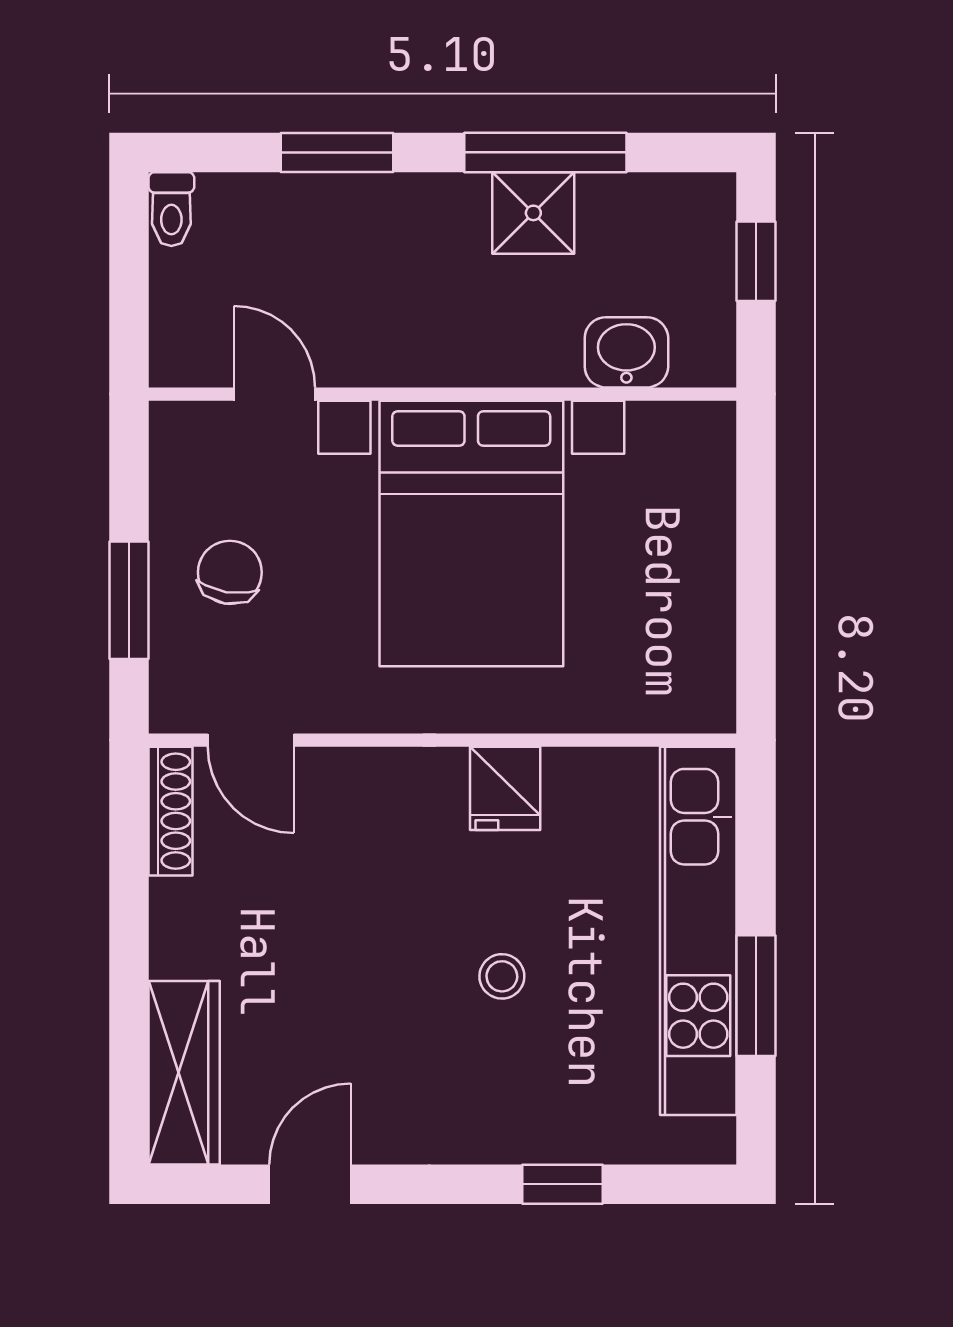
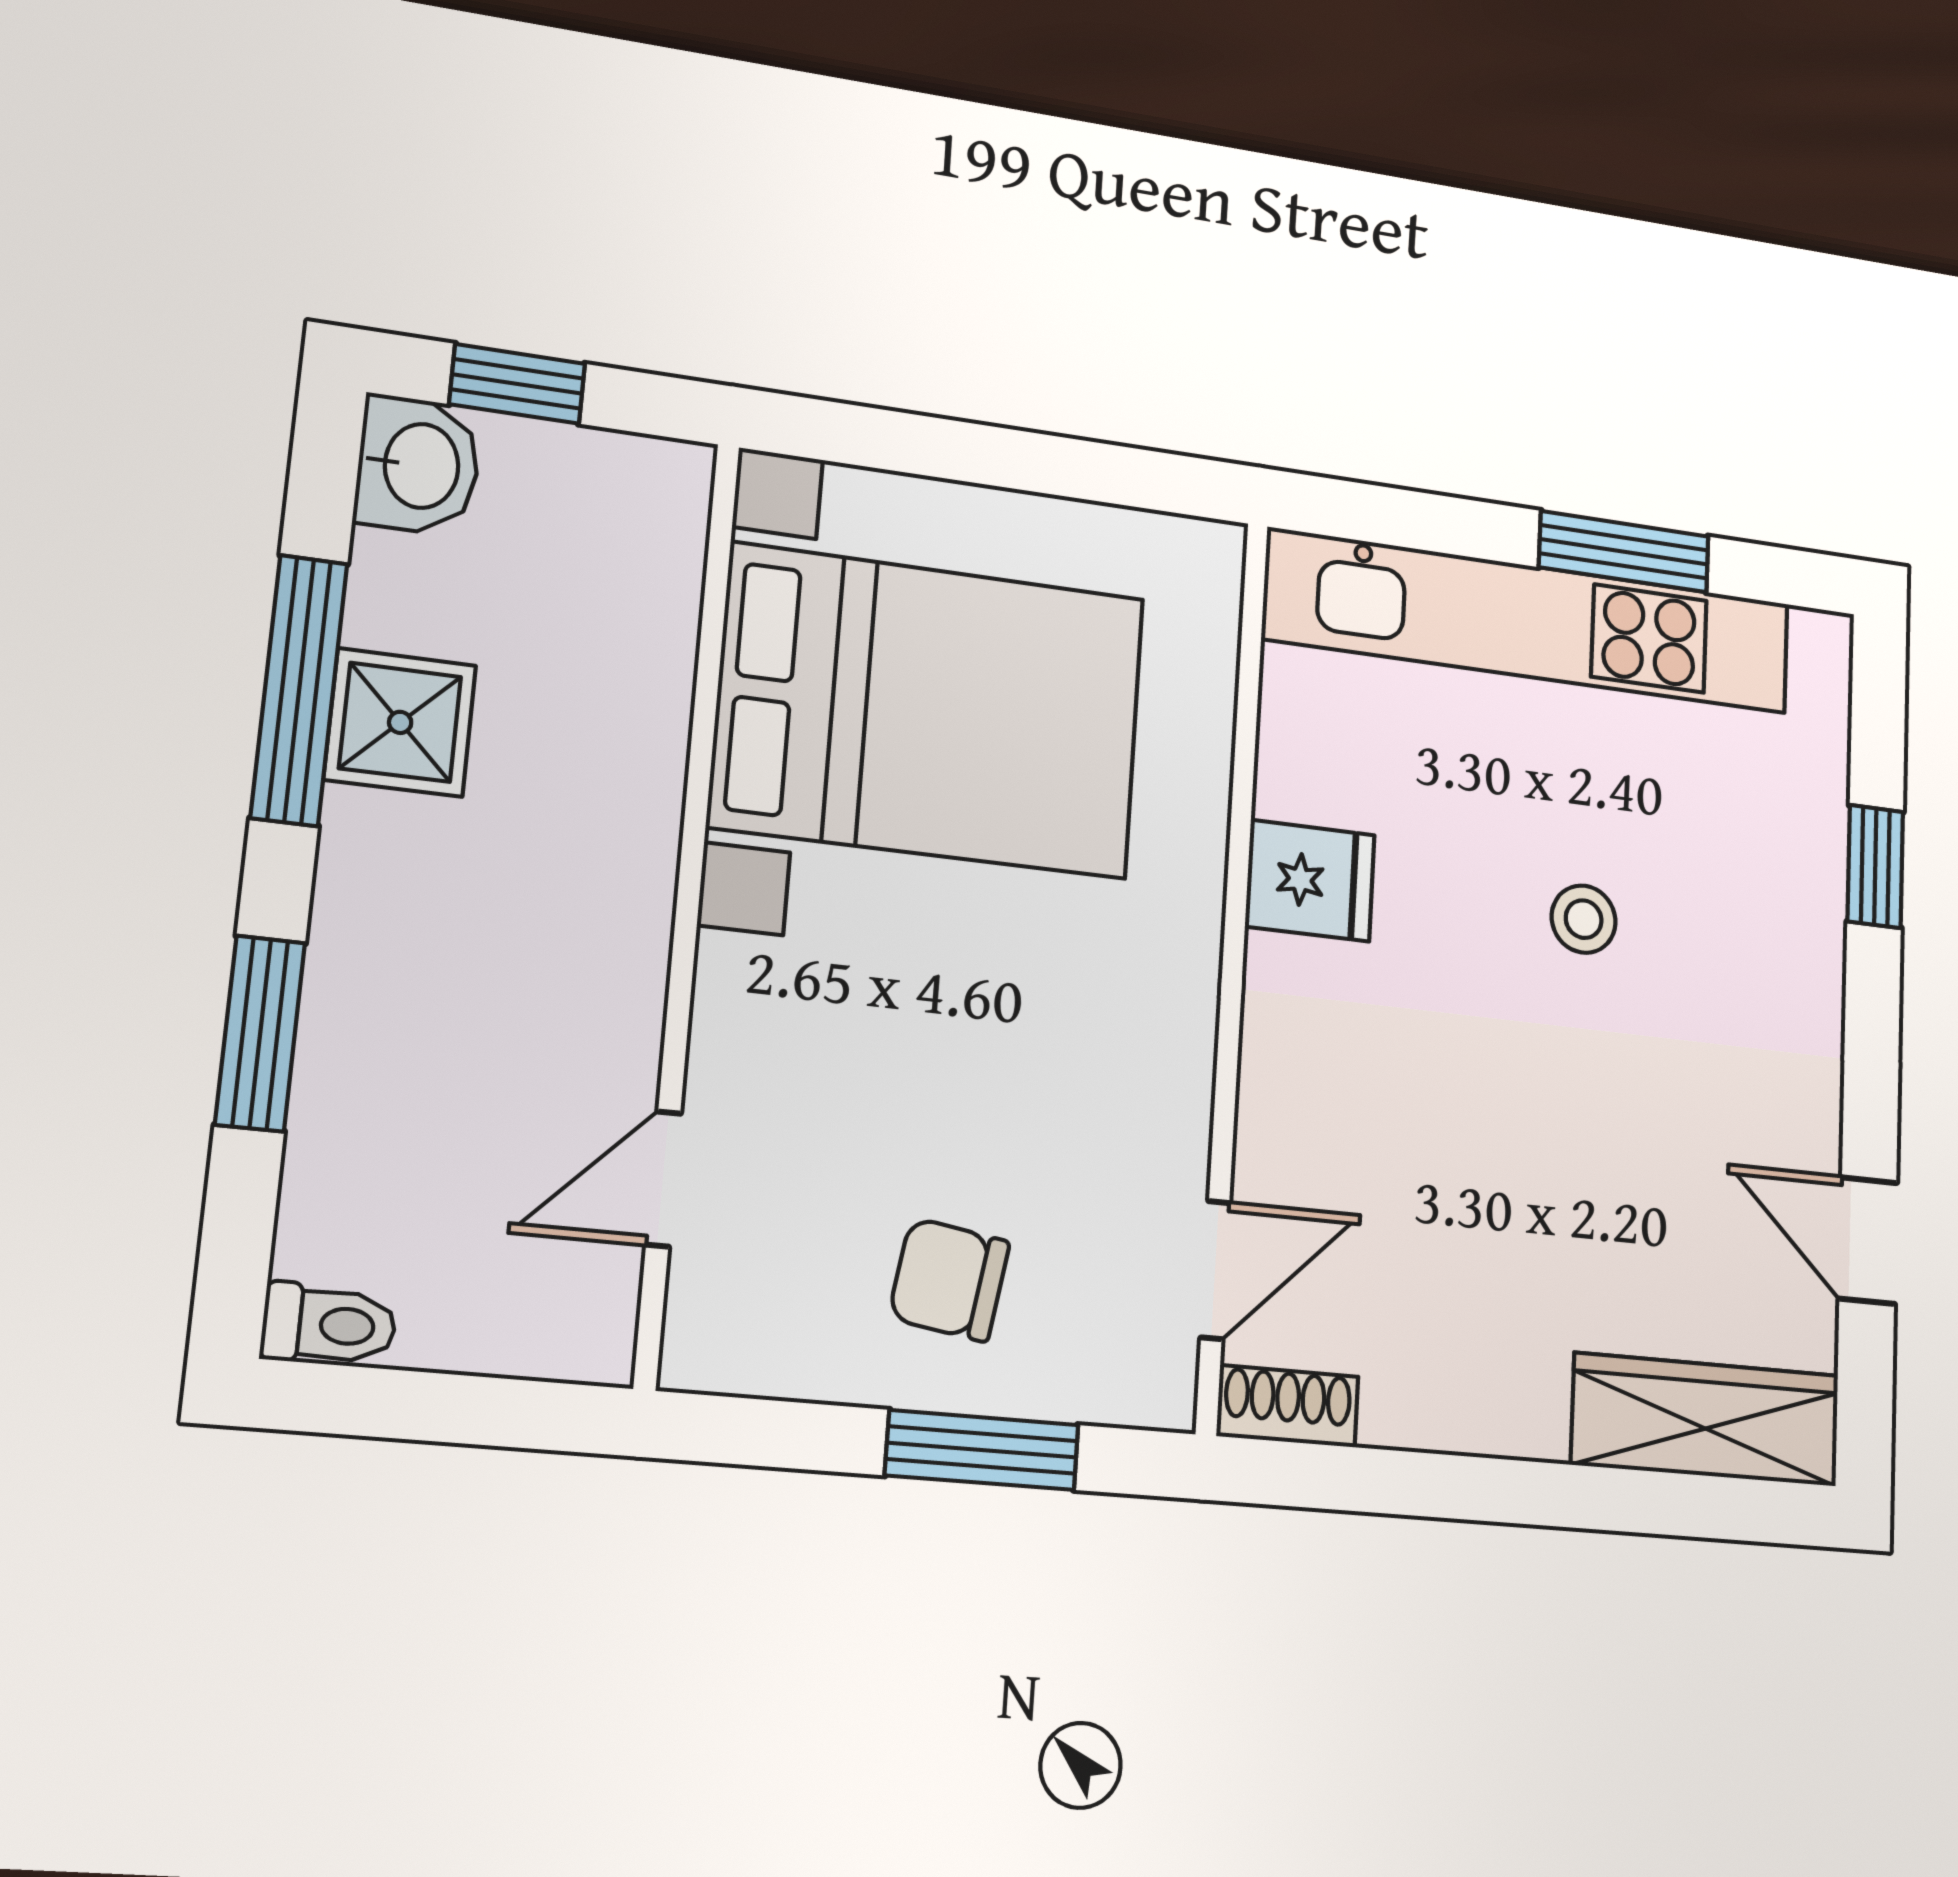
washbasin: (626, 352) -> (418, 465), moved, turned 180
bed with nightstands: (471, 534) -> (929, 711), moved
shoe rack: (170, 811) -> (1288, 1406), width x0.70

